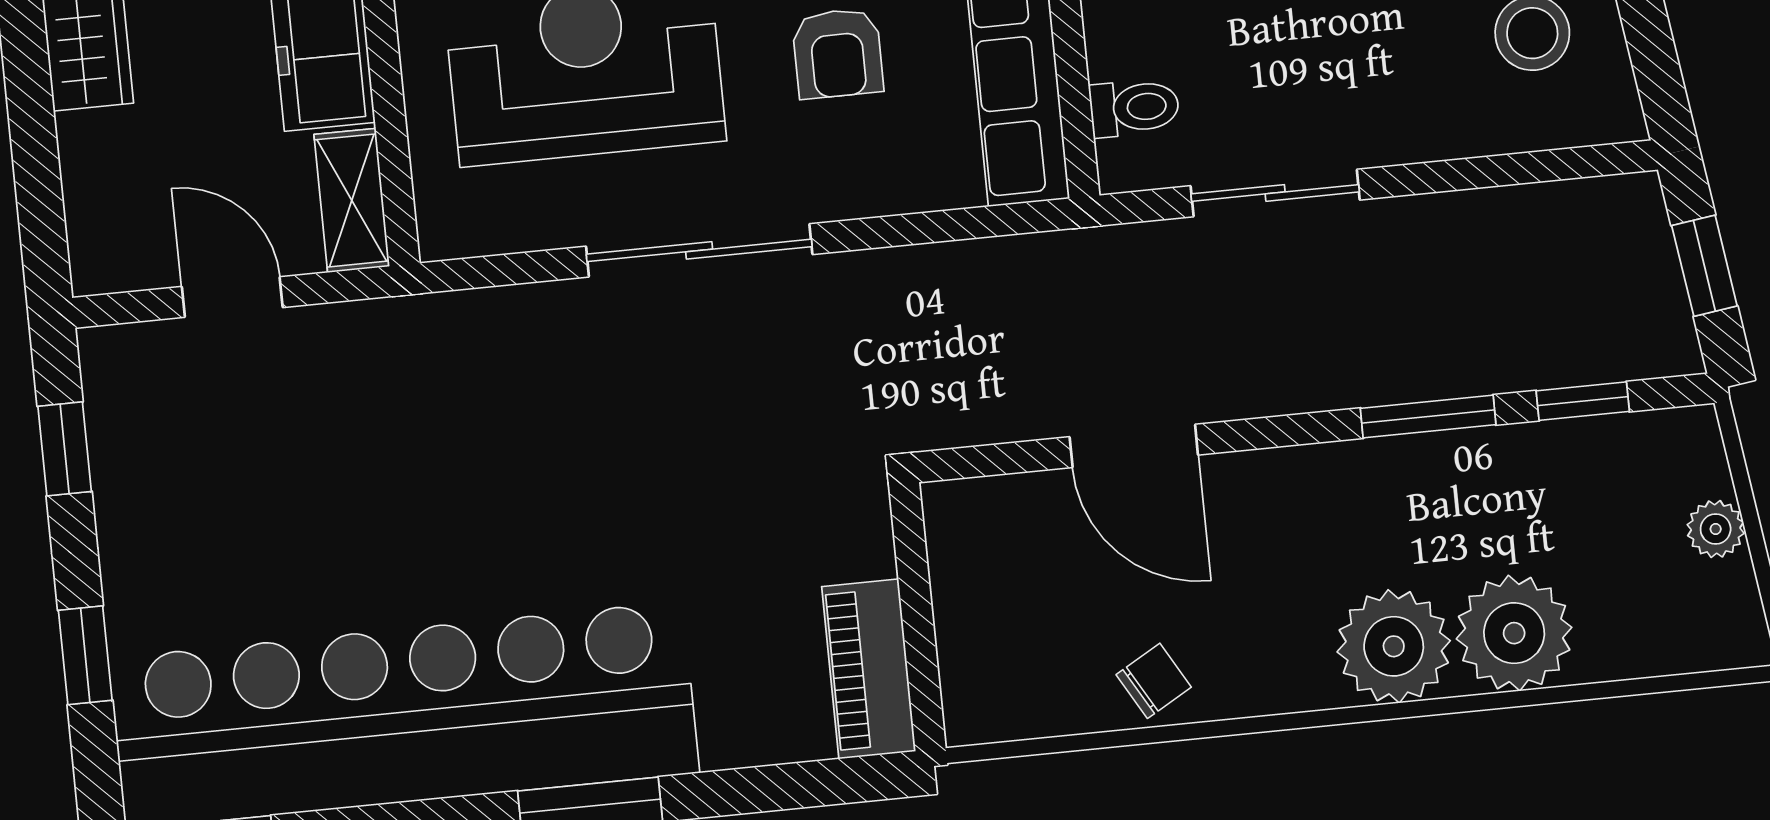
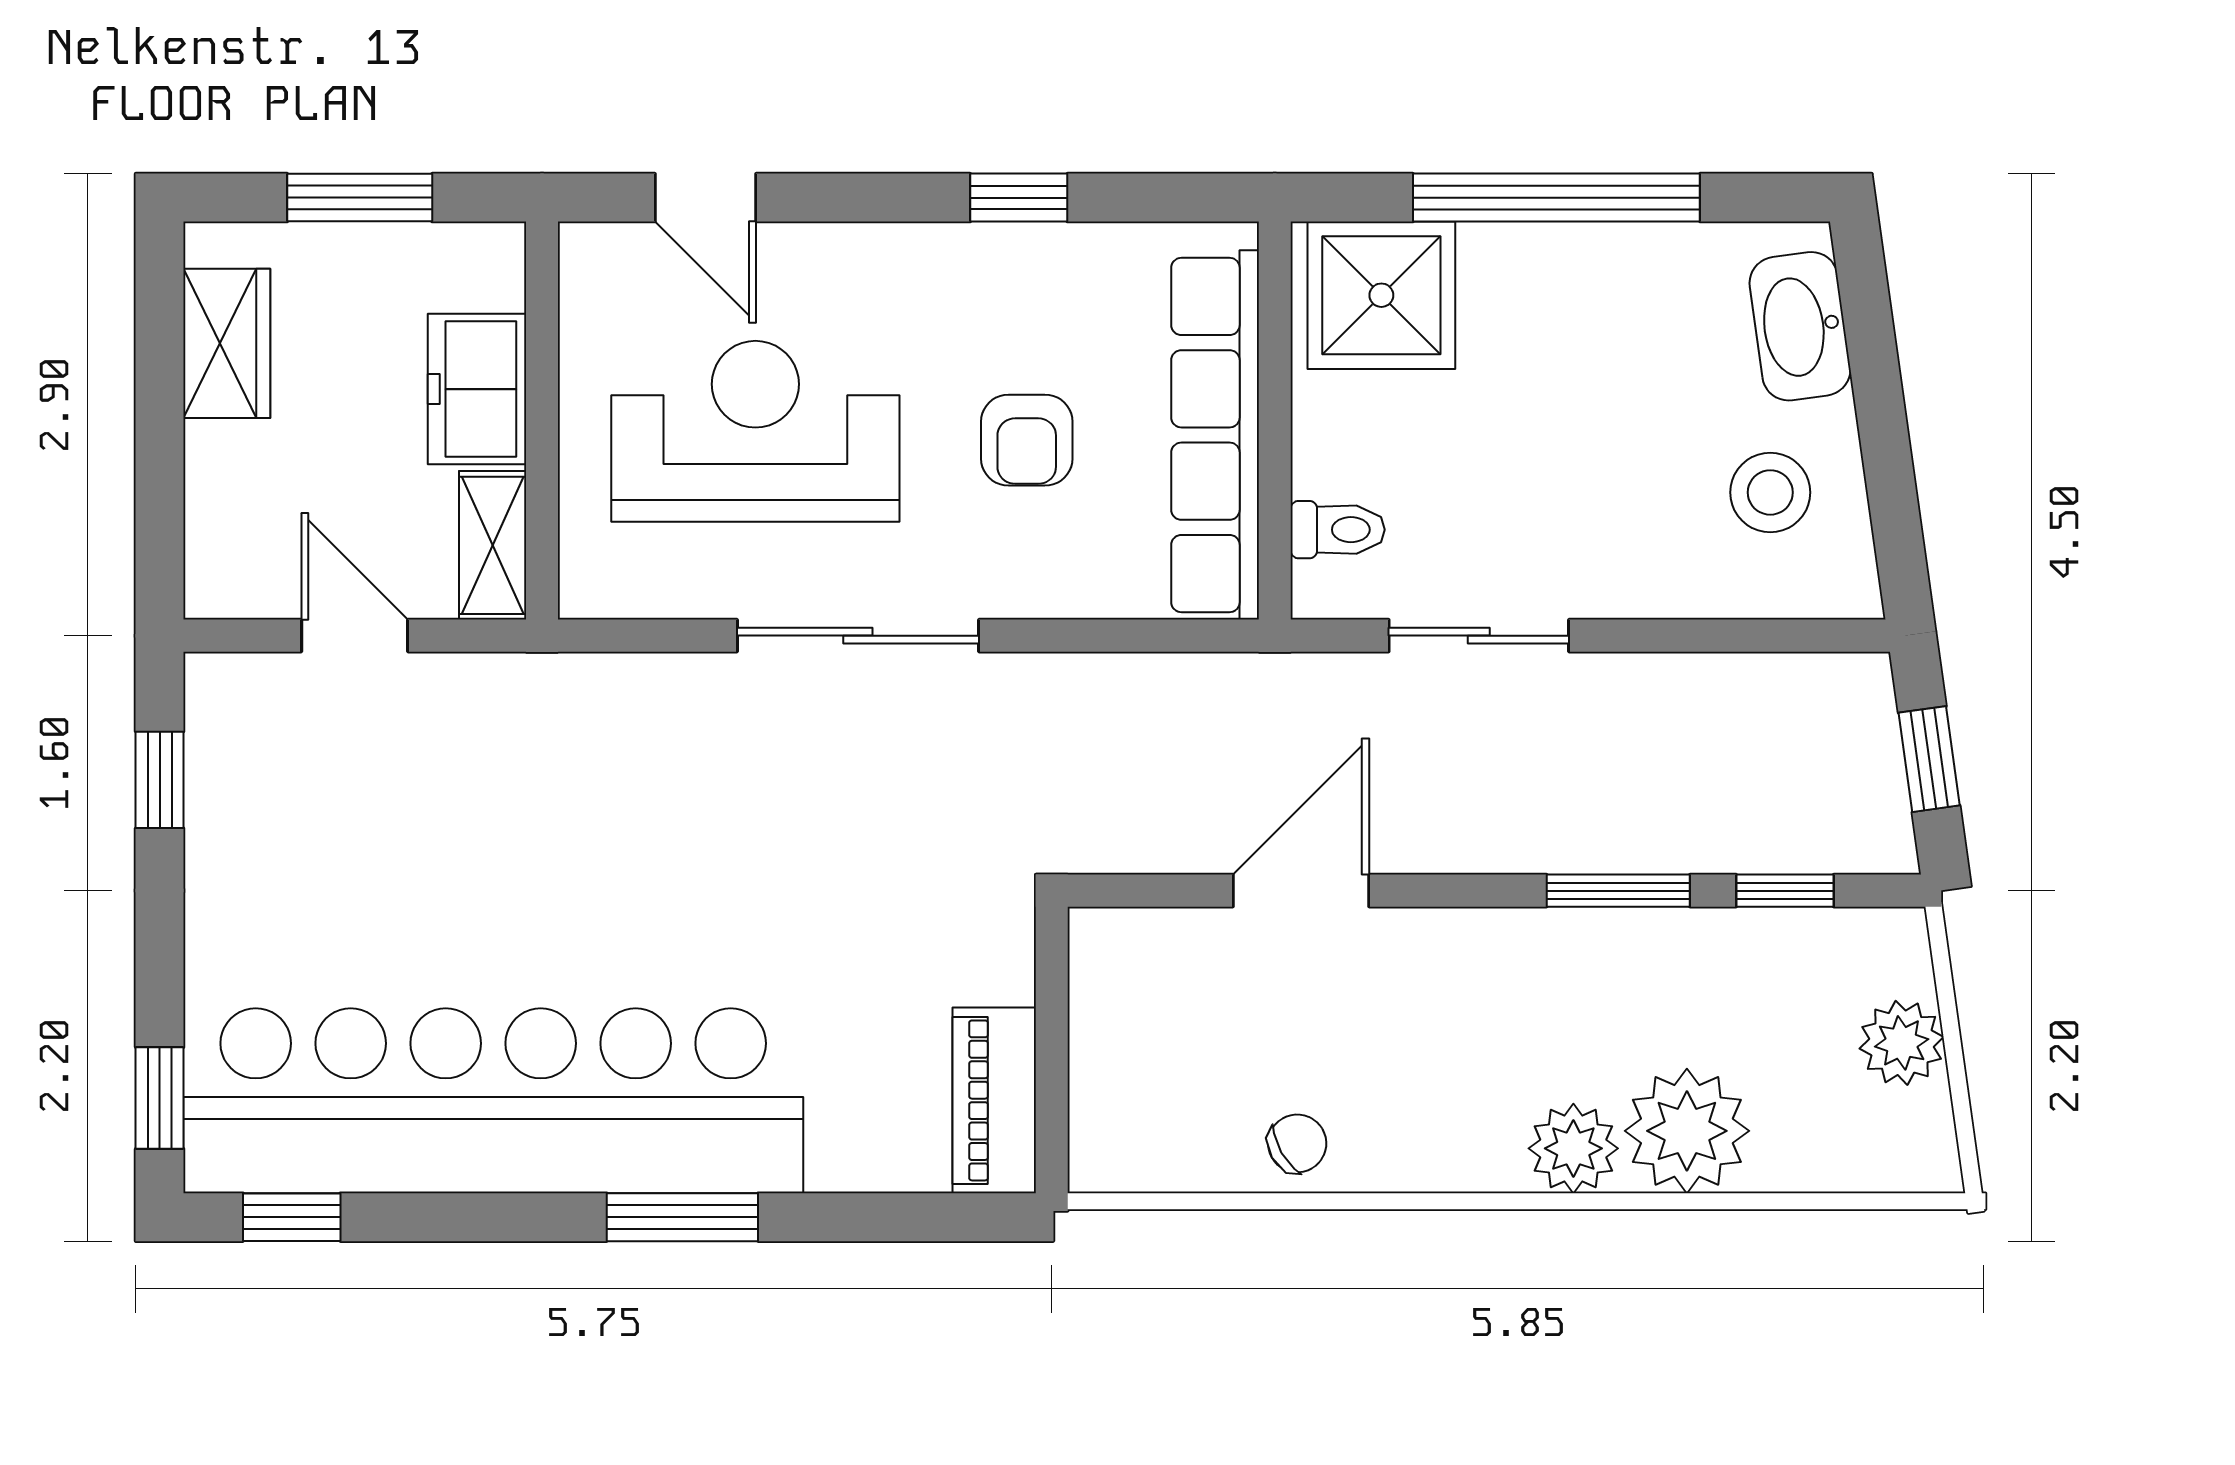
door: (1134, 446) -> (1301, 891), swing flipped
plant: (1716, 529) -> (1902, 1043), width x1.38, depth x1.38
plant: (1394, 646) -> (1573, 1148), width x0.73, depth x0.73
window: (85, 655) -> (160, 1098), moved

